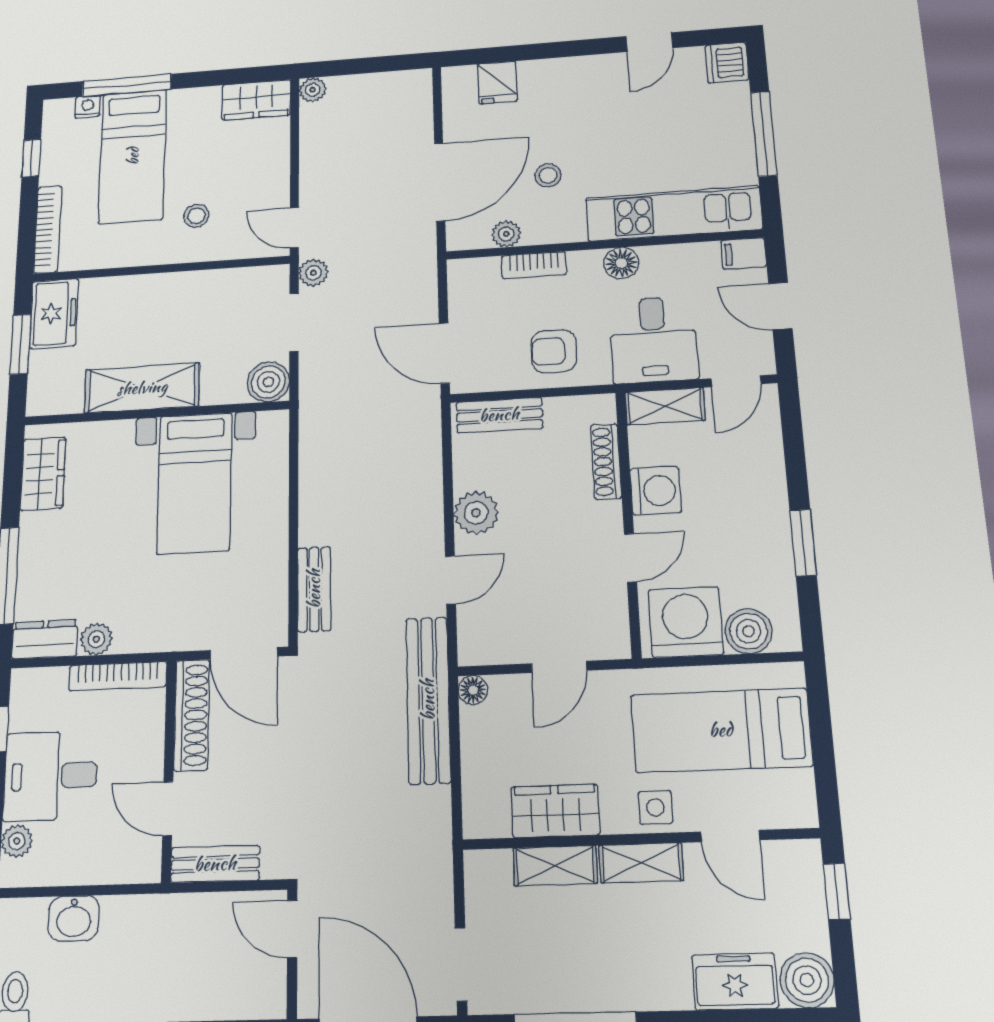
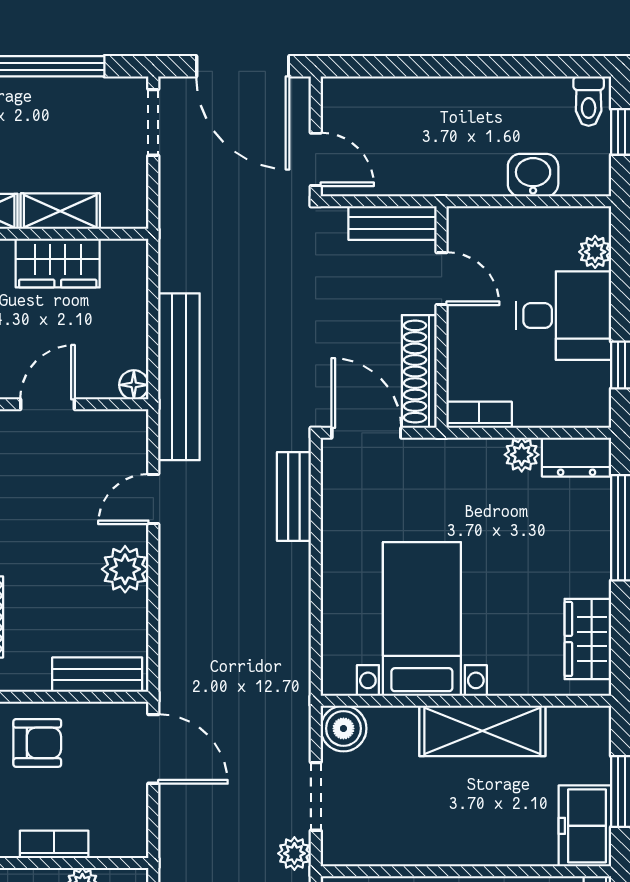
bookcase: (118, 676) -> (479, 415), width x0.64

